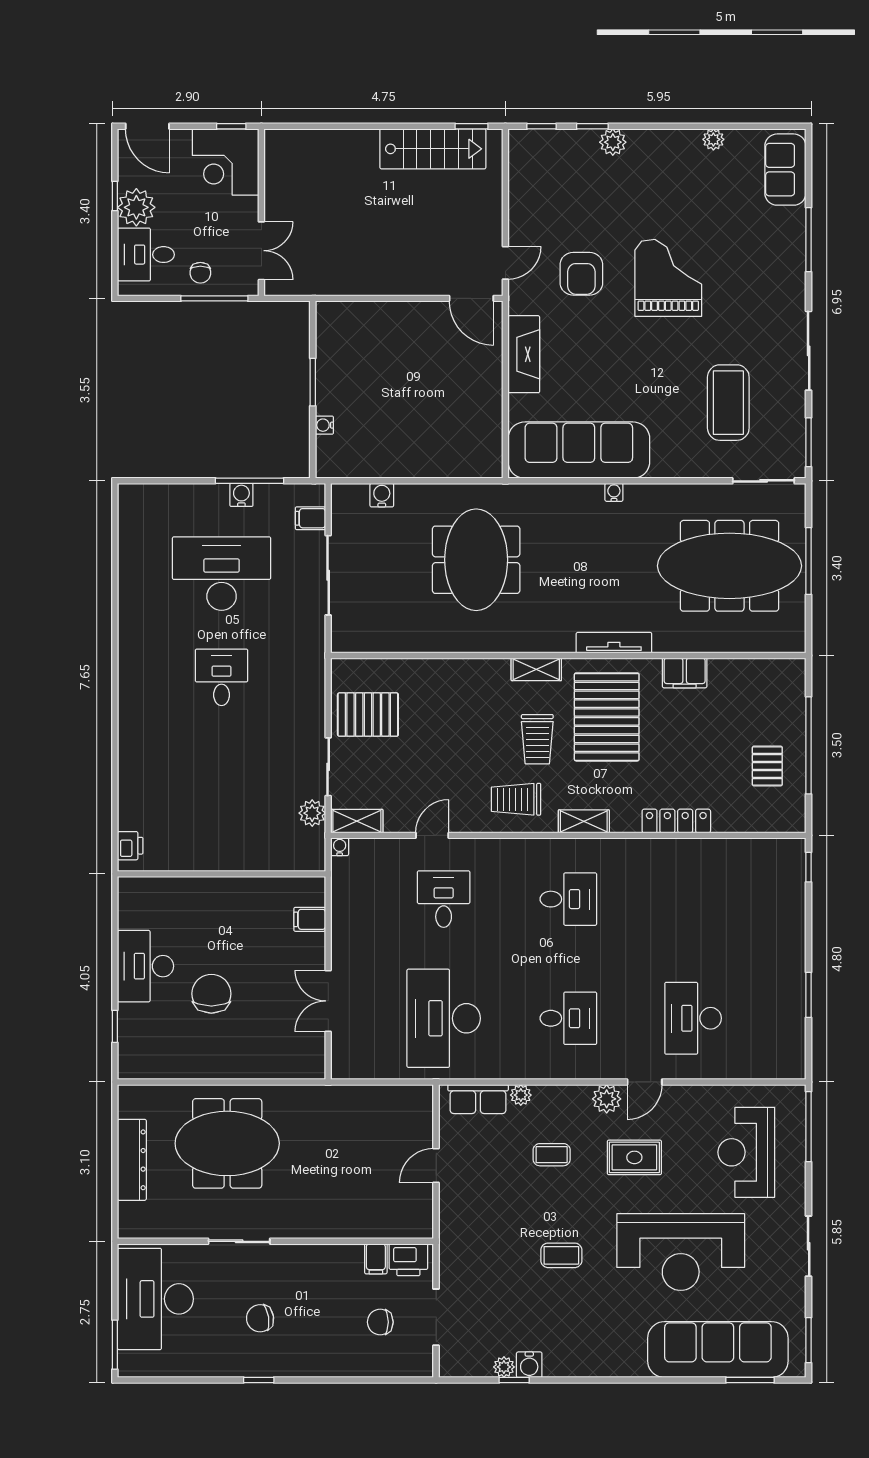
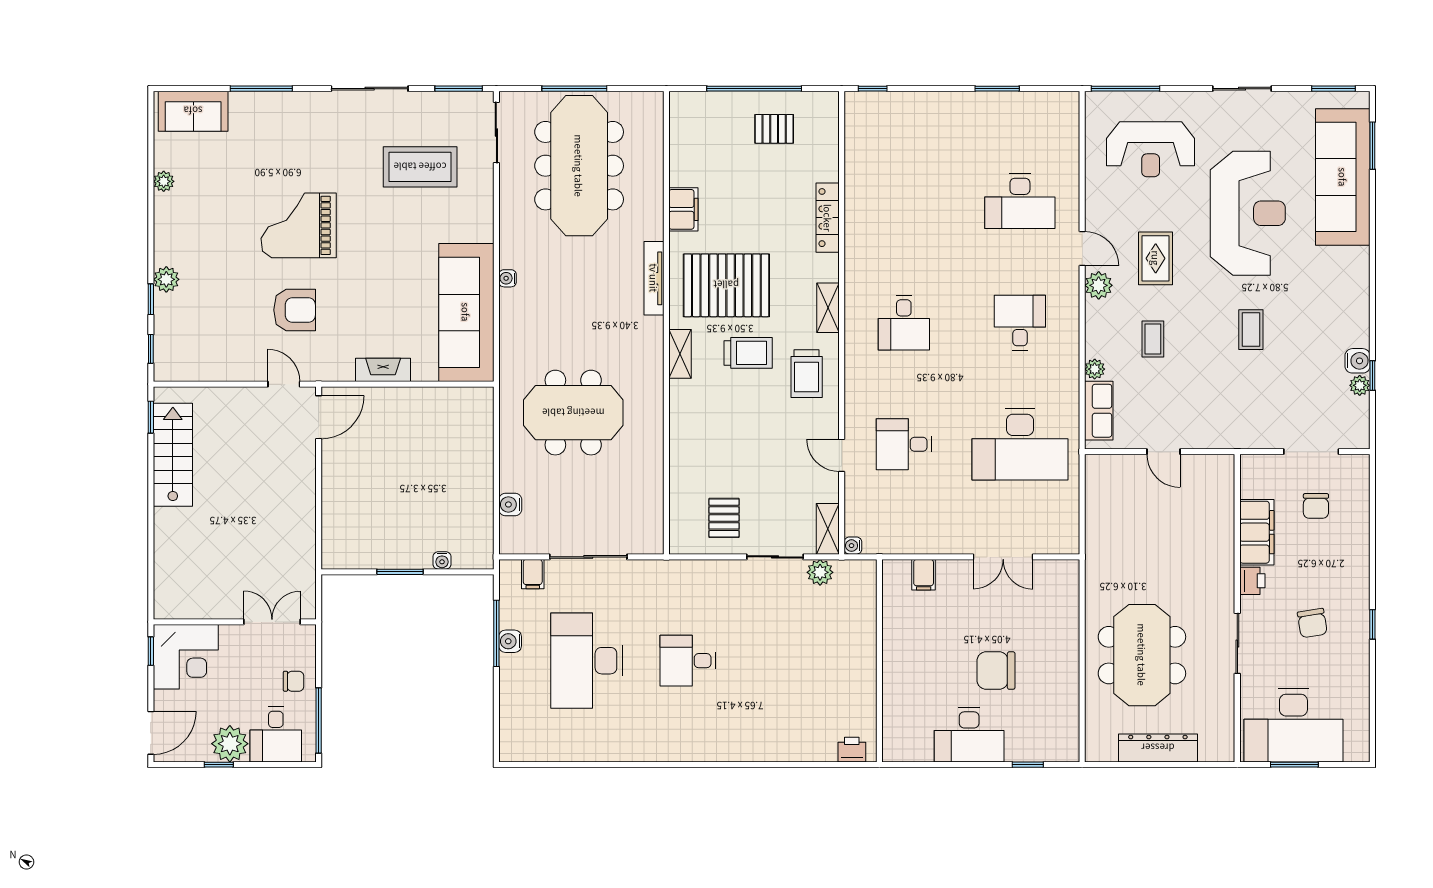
window: (214, 298) -> (319, 720), moved
fireplace: (524, 354) -> (383, 370), width x0.73, depth x0.76
pallet: (368, 715) -> (724, 518), width x0.67, depth x0.71
desk: (568, 899) -> (904, 323), turned 180
filing cabinet: (376, 1259) -> (1257, 532), width x3.00, depth x1.17
printer: (408, 1260) -> (1252, 581), moved, width x0.73, depth x0.81
window: (115, 1345) -> (1294, 765), moved

